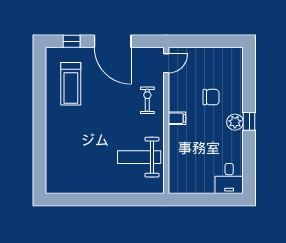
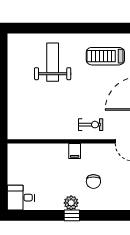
weight bench: (139, 157) -> (53, 62), moved

